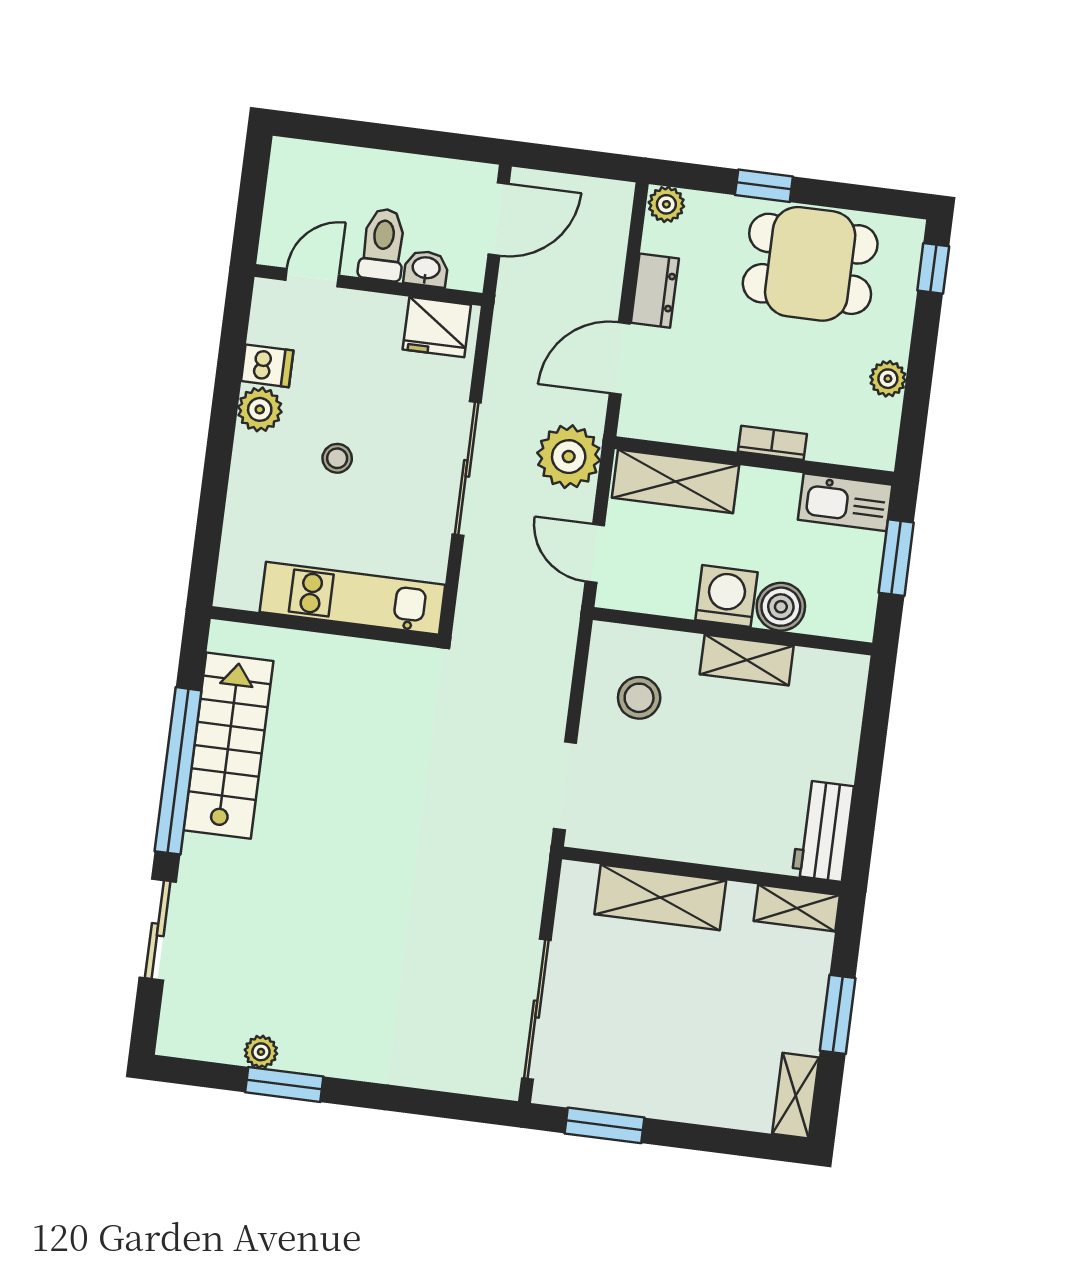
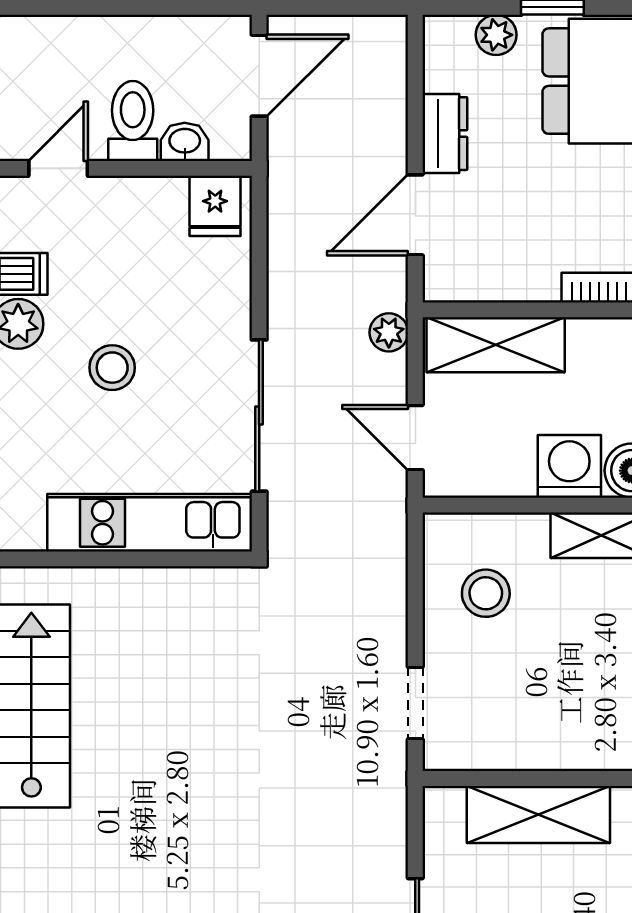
plant: (666, 204) -> (496, 35), moved
fridge: (437, 327) -> (215, 206), width x0.72
plant: (569, 457) -> (389, 332), width x0.53, depth x0.53
stool: (337, 458) -> (112, 368), width x1.37, depth x1.37
sliding door: (467, 468) -> (259, 416), moved
doorway: (565, 786) -> (415, 703), width x0.73

